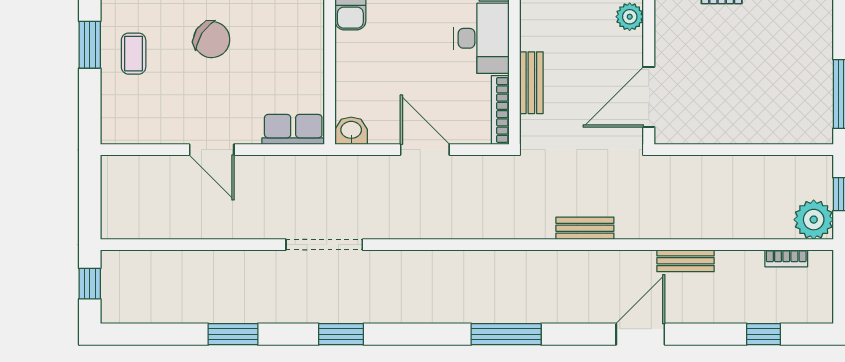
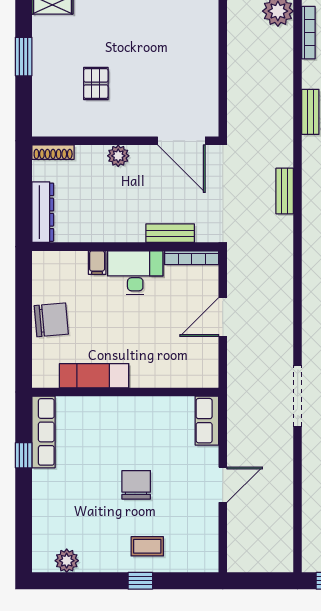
chair: (212, 40) -> (136, 485), turned -33
window: (90, 45) -> (140, 581), width x0.67
washbasin: (351, 131) -> (208, 375), removed
bookcase: (786, 258) -> (308, 33), width x1.56

